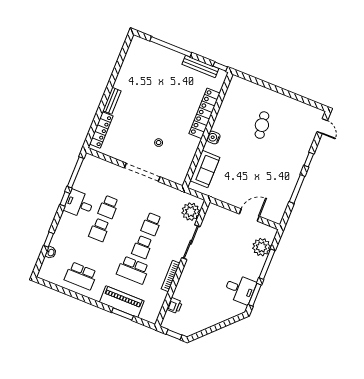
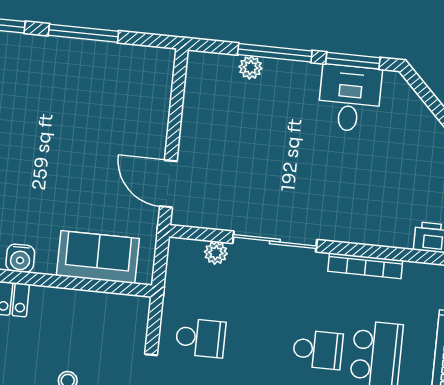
plant: (191, 212) -> (216, 253), width x0.53, depth x0.53
door: (249, 215) -> (168, 184), moved
school desk: (151, 224) -> (201, 338), moved
plant: (261, 247) -> (250, 68), width x0.53, depth x0.53

